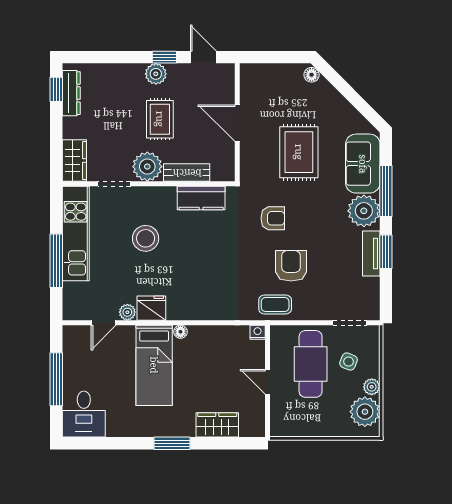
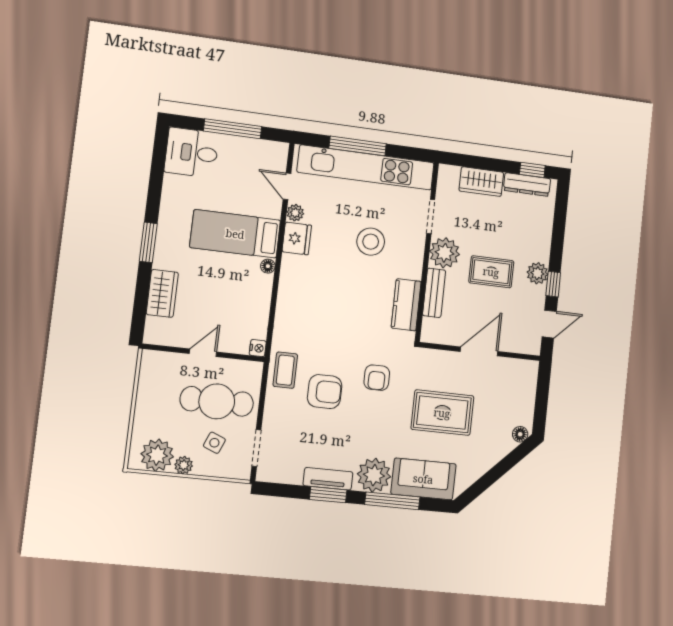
wardrobe: (74, 160) -> (481, 182), moved
kitchen unit: (76, 233) -> (366, 167), width x1.36

